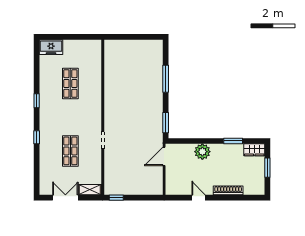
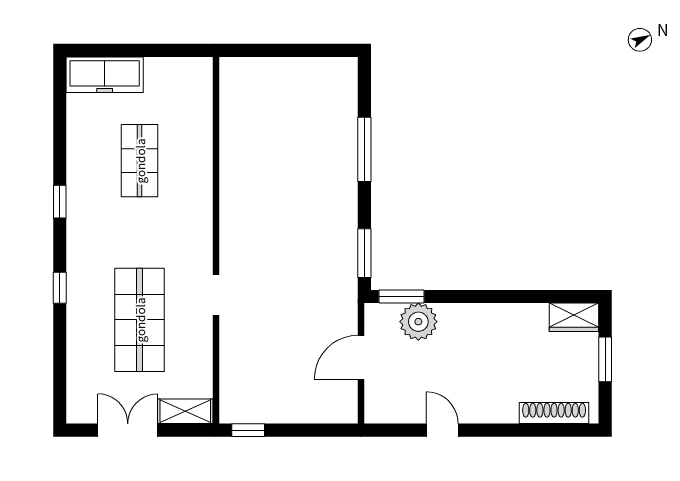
freezer: (51, 47) -> (105, 75), width x1.40
window: (233, 141) -> (402, 297), moved
shop shelf: (70, 151) -> (140, 320), width x1.43, depth x1.36
plant: (202, 152) -> (418, 322), moved
door: (164, 156) -> (361, 357), moved
shoe rack: (228, 190) -> (554, 413), moved

